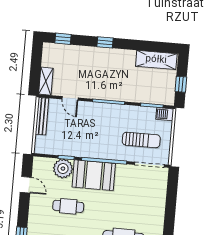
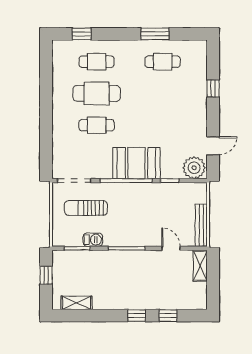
window: (63, 39) -> (168, 316), moved
shelving: (156, 60) -> (77, 303), width x0.67, depth x0.75
barbecue: (165, 114) -> (93, 240), moved
plant: (63, 169) -> (194, 168), moved
door: (26, 185) -> (213, 146), swing flipped
cafe table: (68, 206) -> (97, 125), moved

